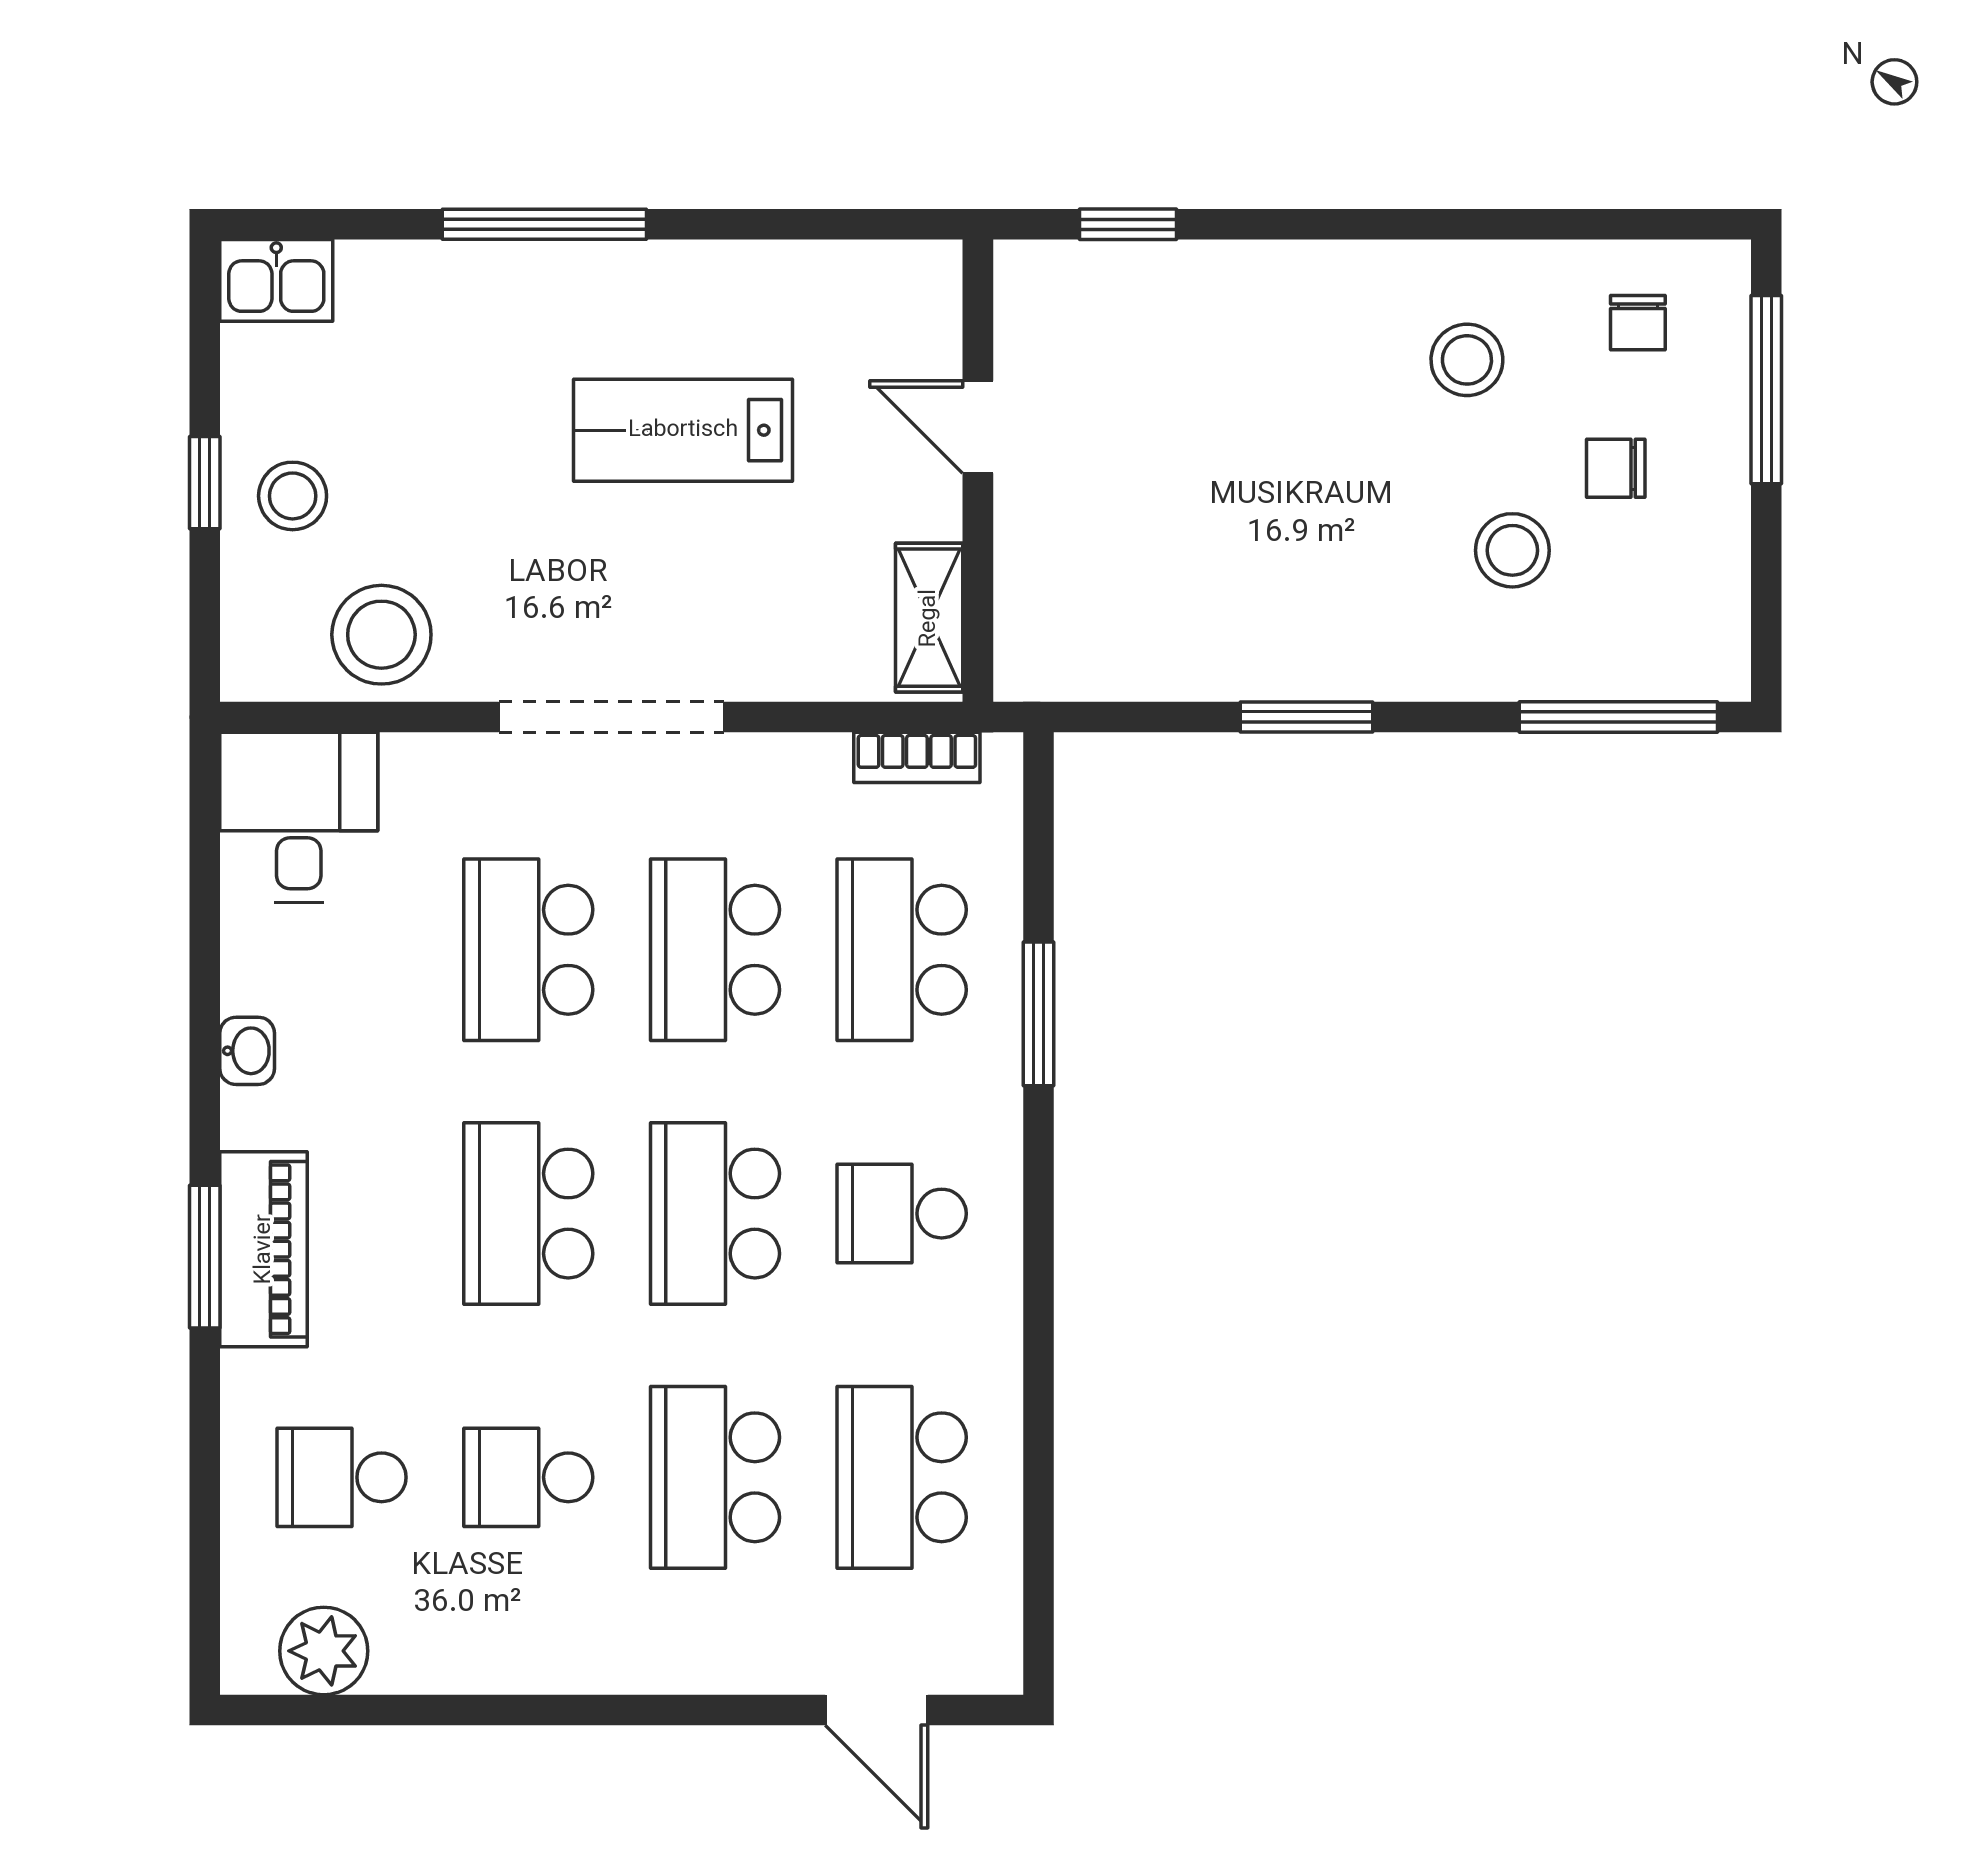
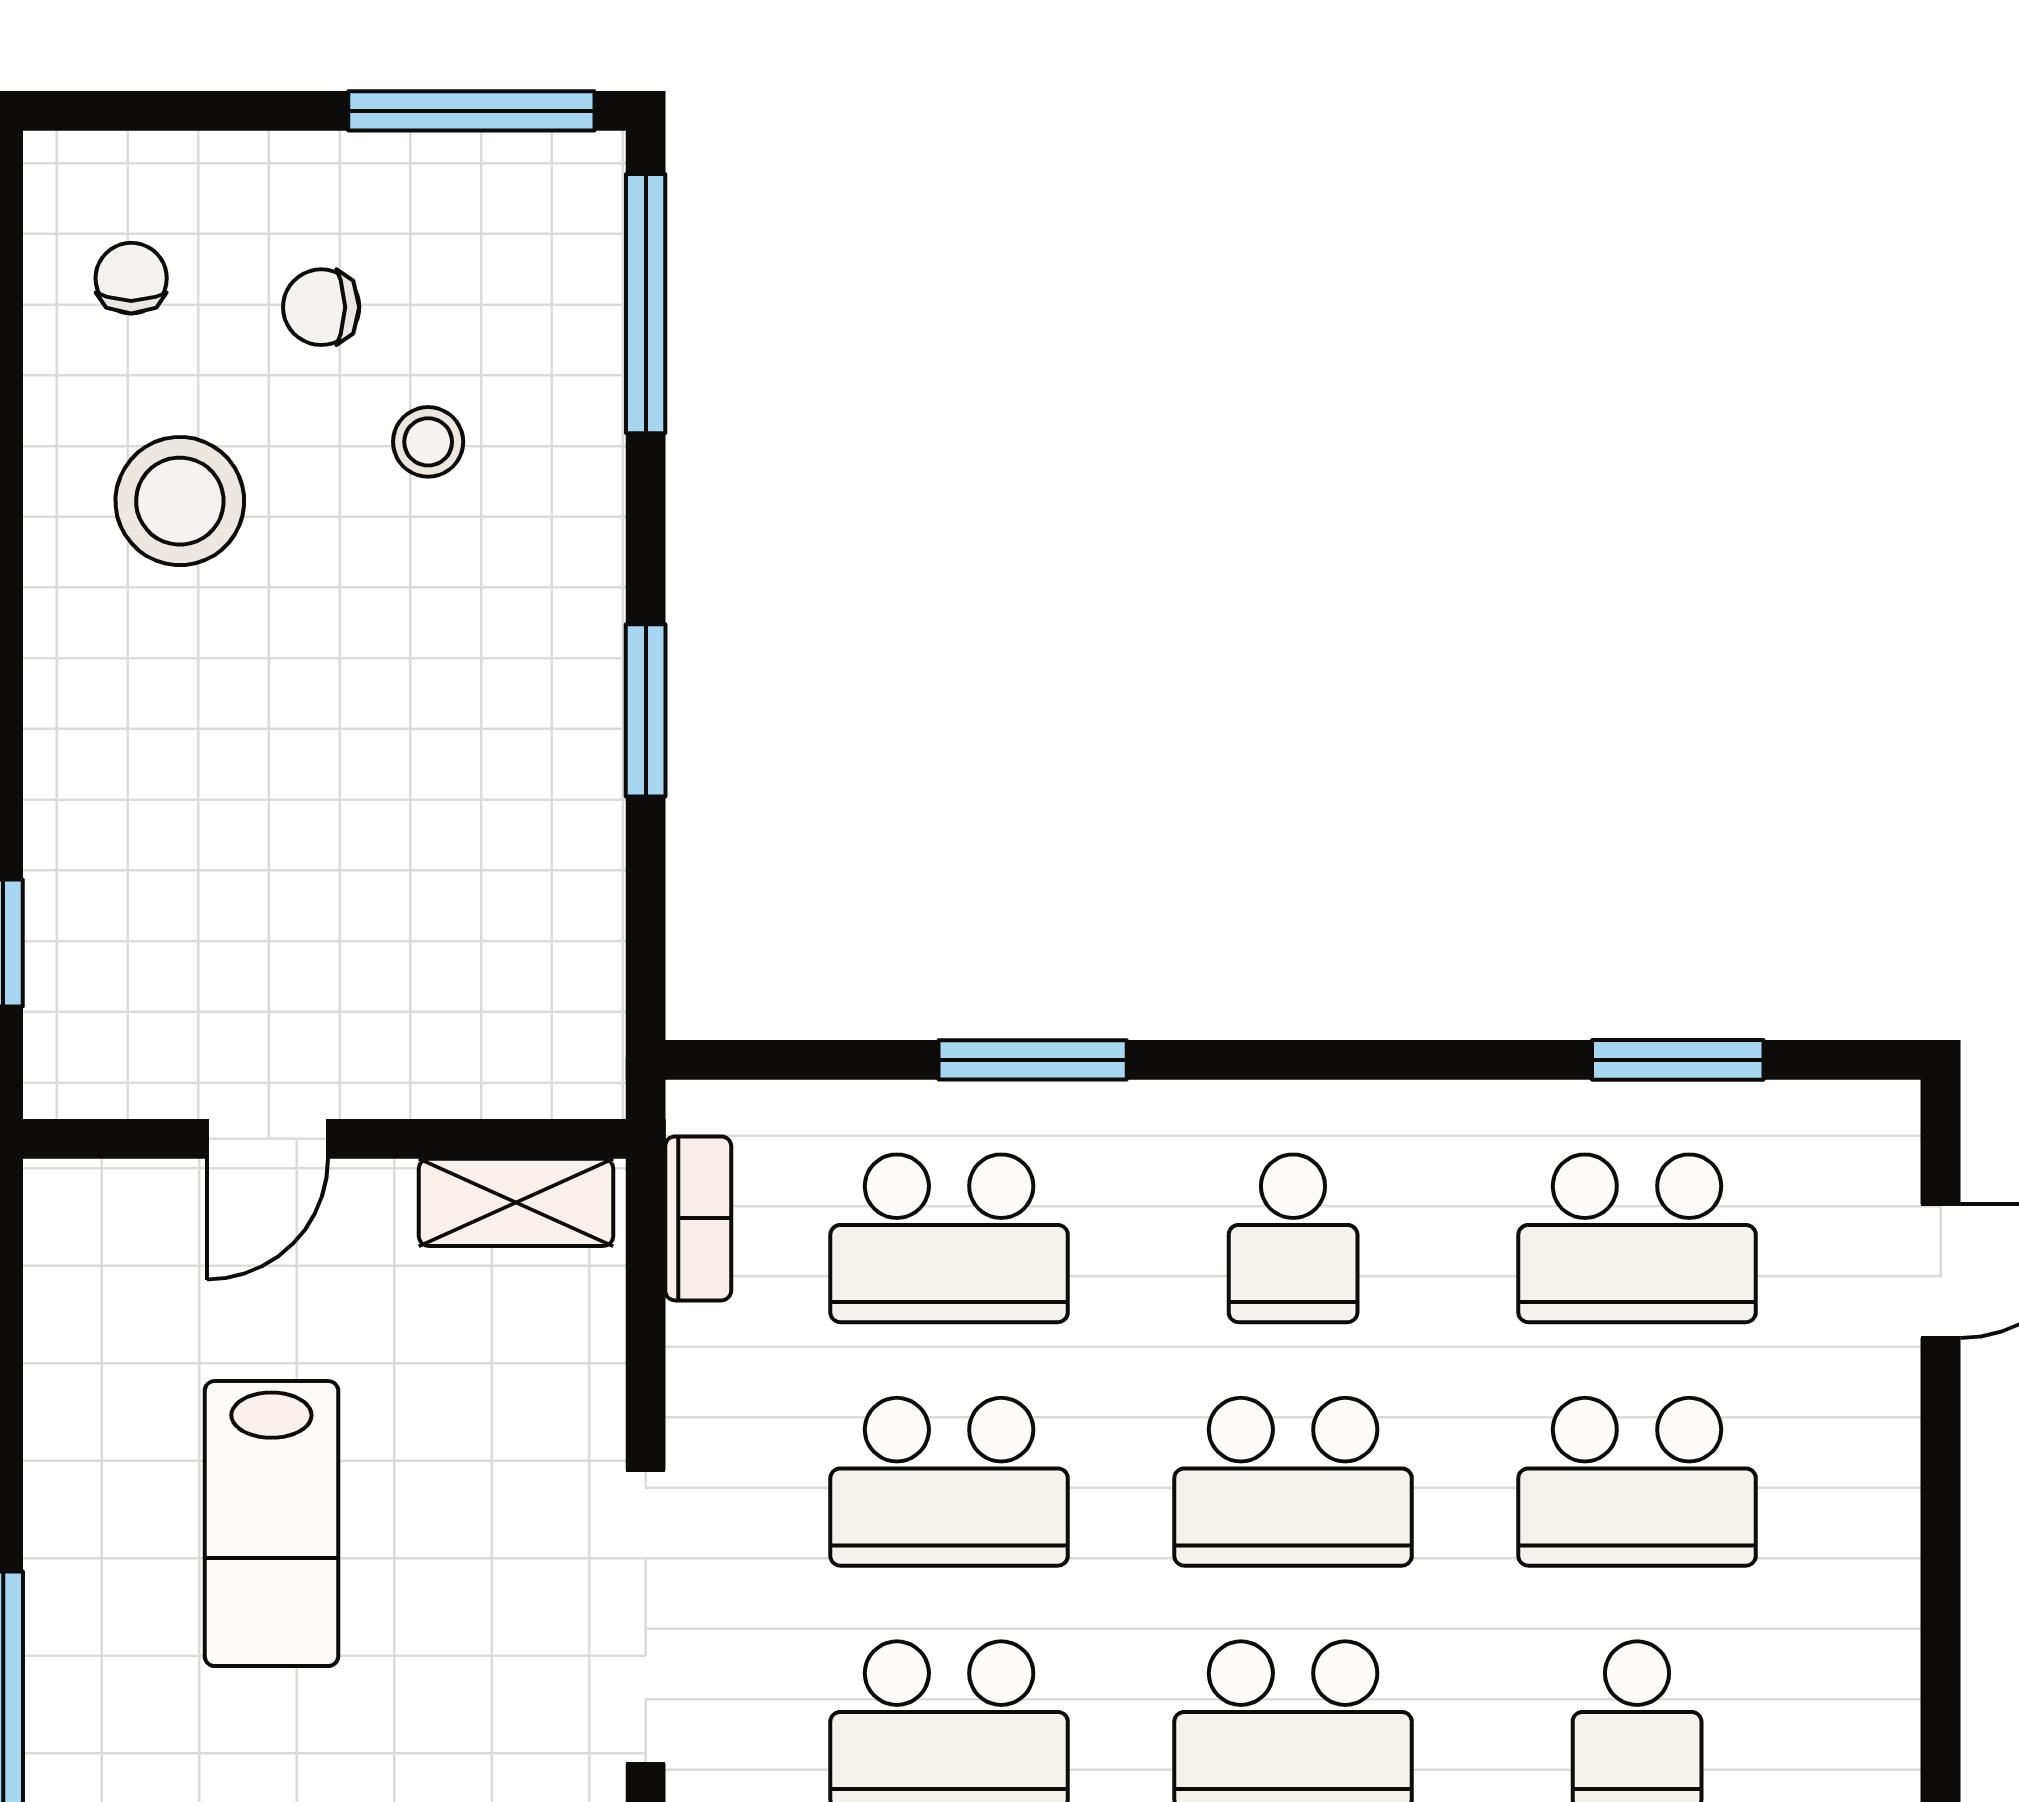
chair: (1638, 323) -> (131, 278), turned -90
stool: (1467, 360) -> (180, 501), width x1.38, depth x1.38
window: (1766, 390) -> (471, 111), moved
chair: (1616, 468) -> (321, 307), turned 90
stool: (1512, 550) -> (428, 442), width x0.73, depth x0.73
window: (1039, 1508) -> (1678, 1060), added

